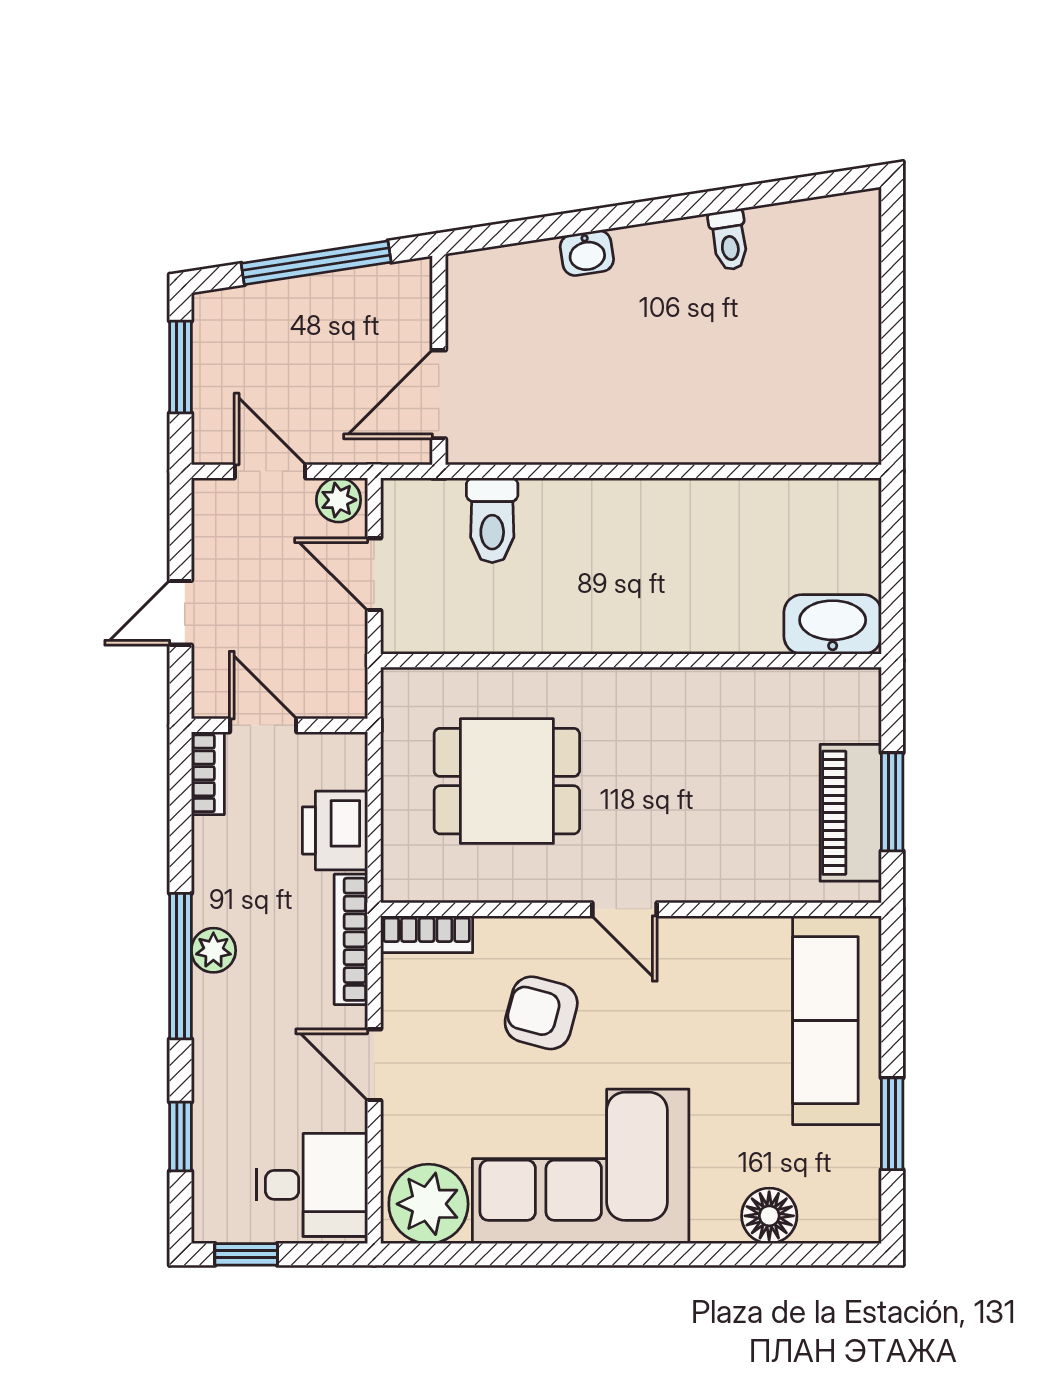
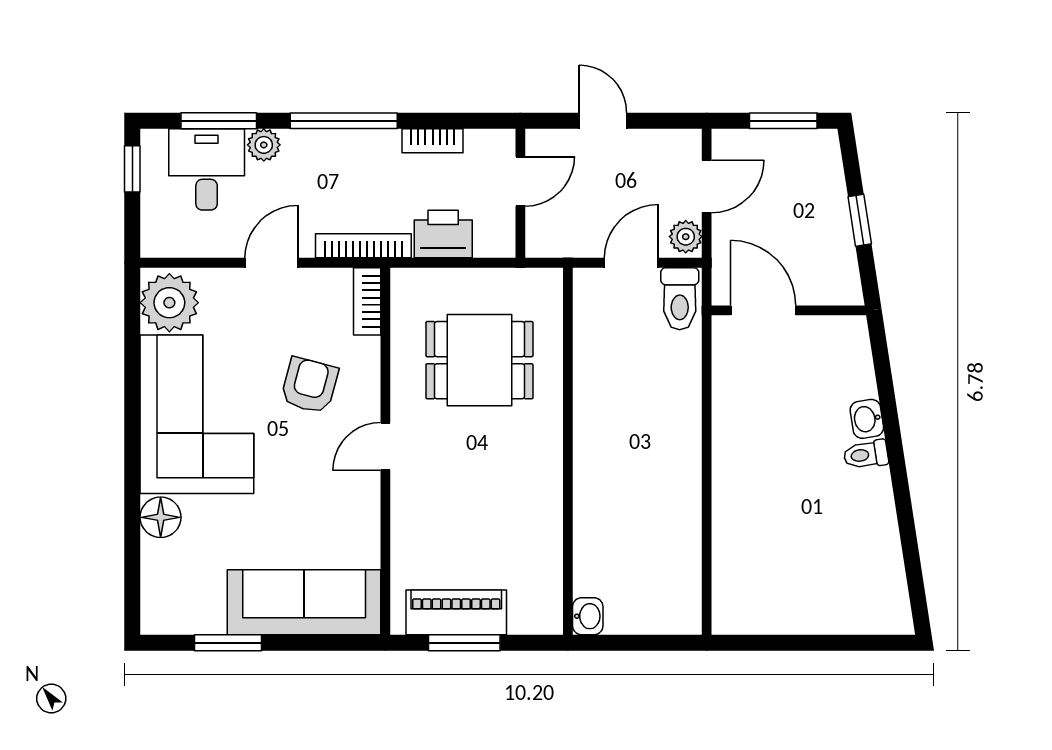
toilet: (729, 240) -> (866, 455), moved
window: (316, 263) -> (860, 220), width x0.46
toilet: (492, 520) -> (680, 299), moved, turned -90
washbasin: (833, 624) -> (588, 616), width x0.52, depth x0.69
bookcase: (208, 773) -> (433, 141), moved
dining table: (507, 781) -> (479, 360), turned 90
plant: (213, 950) -> (264, 145), moved
window: (180, 1137) -> (219, 121), width x1.50
desk: (312, 1185) -> (207, 169), moved, turned 180
floor lamp: (769, 1216) -> (161, 517), moved

